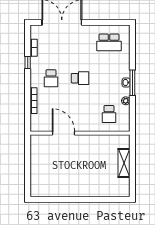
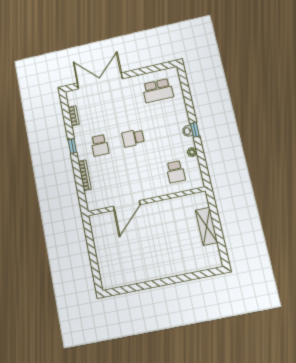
window: (28, 63) -> (72, 146), moved
school desk: (80, 78) -> (133, 138), turned 180
window: (132, 83) -> (195, 130), width x0.46
door: (63, 133) -> (127, 205), swing flipped

